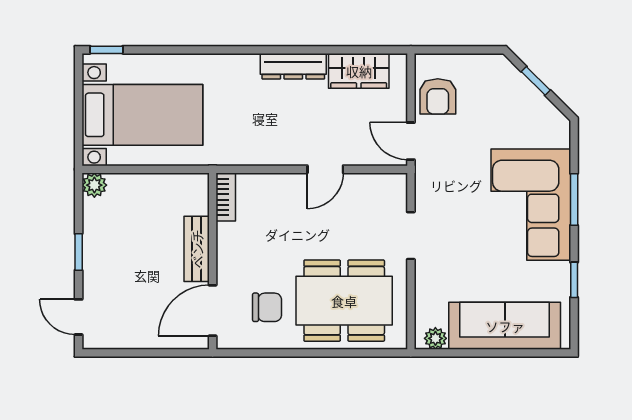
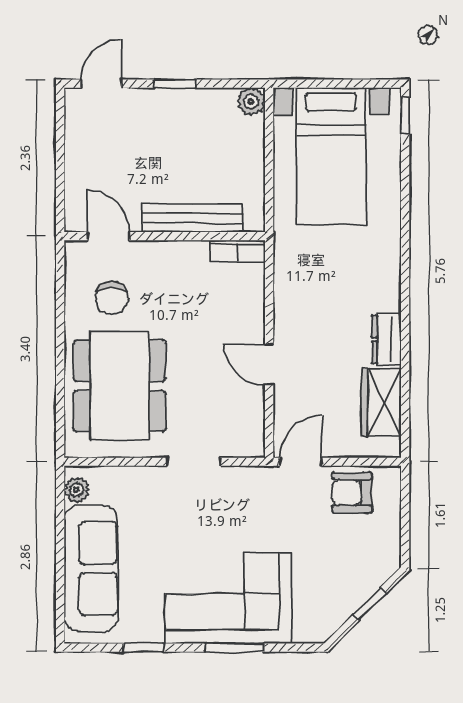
dresser: (293, 66) -> (386, 339), width x0.70
bench: (197, 249) -> (192, 218), width x1.36
door: (213, 311) -> (108, 236), width x0.73

